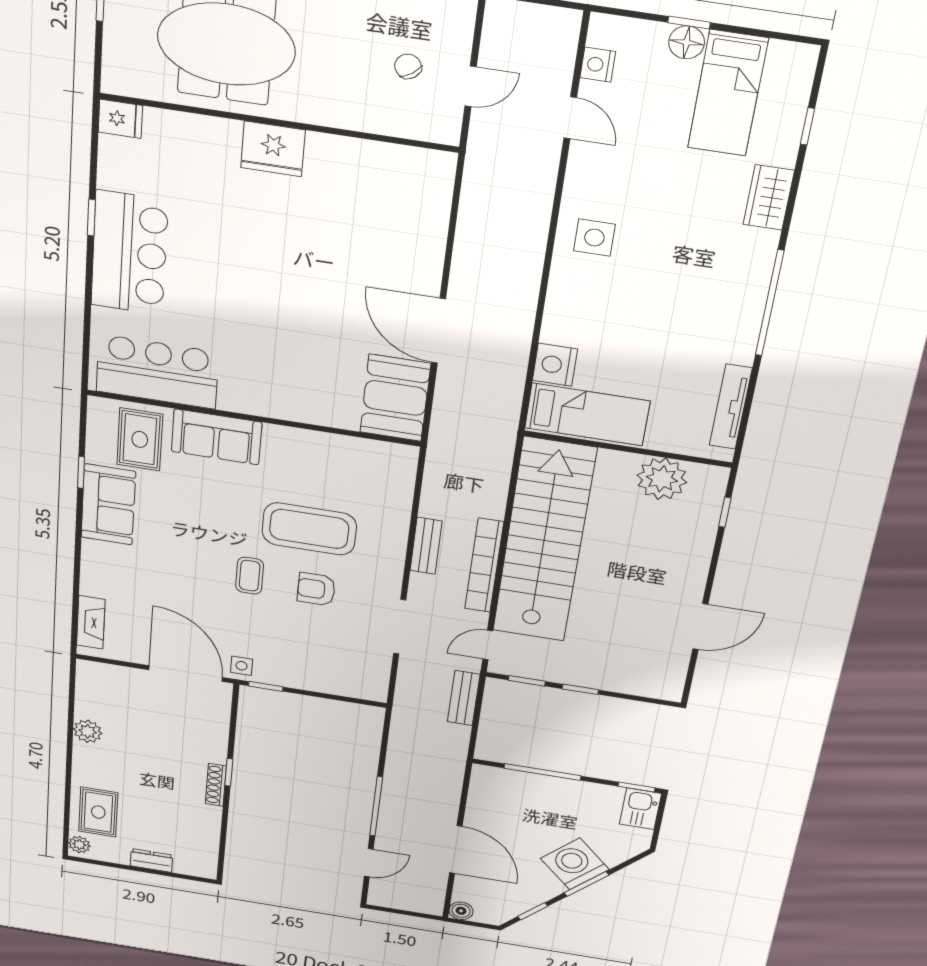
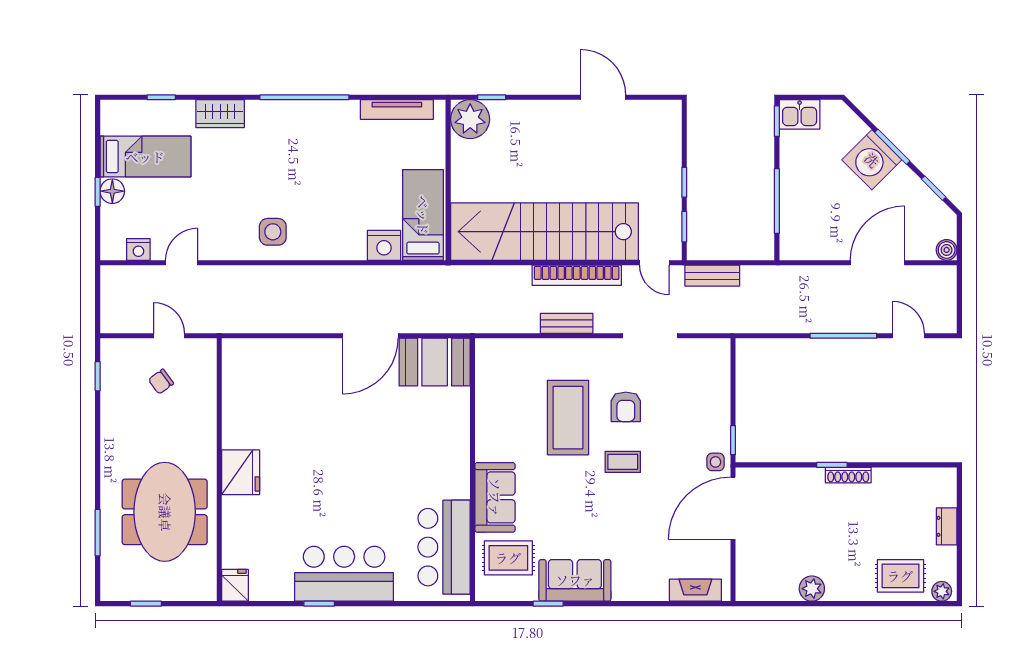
plant: (662, 479) -> (470, 119), moved

